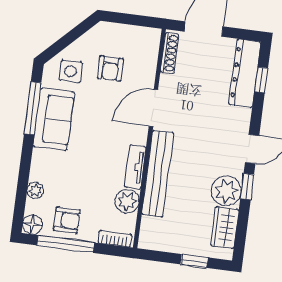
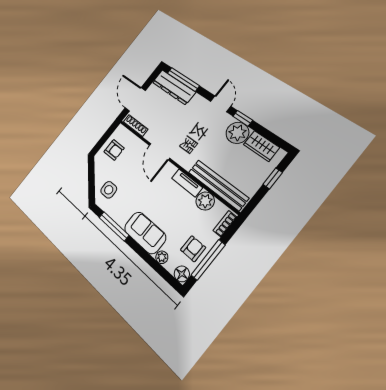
armchair: (110, 68) -> (114, 150), moved
window: (261, 80) -> (183, 79), width x2.17
sofa: (54, 119) -> (145, 233), moved
bench: (158, 174) -> (218, 185), moved

